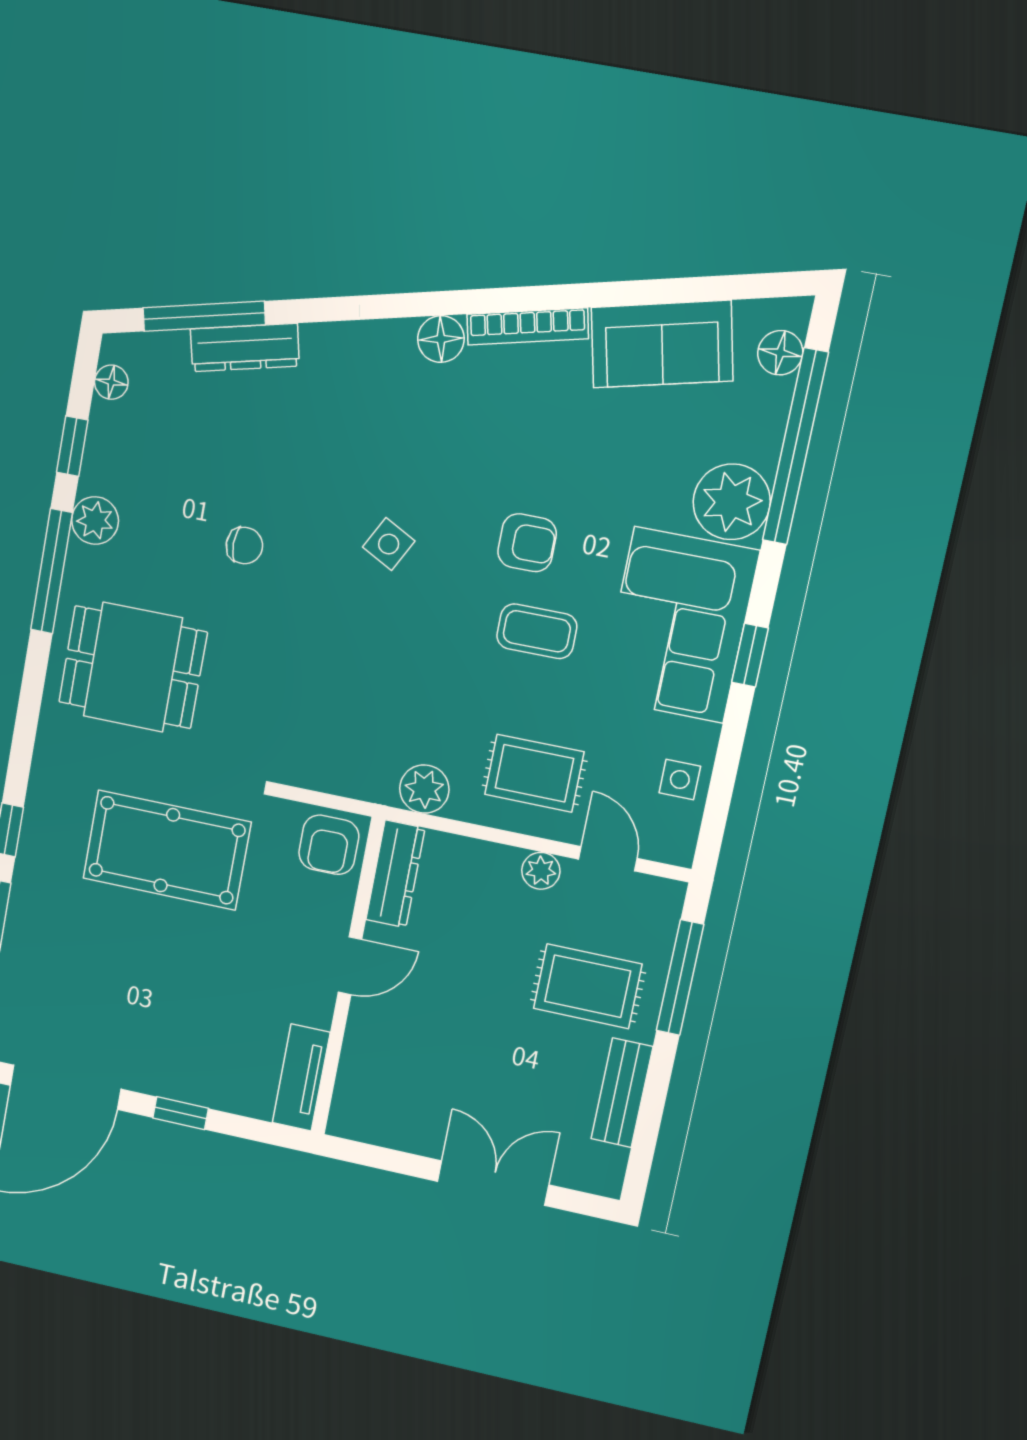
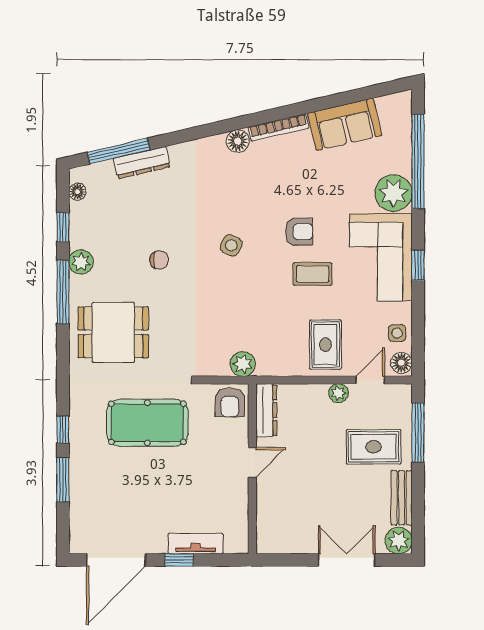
floor lamp: (780, 353) -> (401, 363), moved
rug: (534, 773) -> (325, 345), turned 90
plant: (424, 789) -> (243, 364), moved
door: (608, 859) -> (370, 380), hinge flipped
tv unit: (301, 1078) -> (195, 544), moved, turned 90
plant: (599, 1170) -> (399, 540), added

